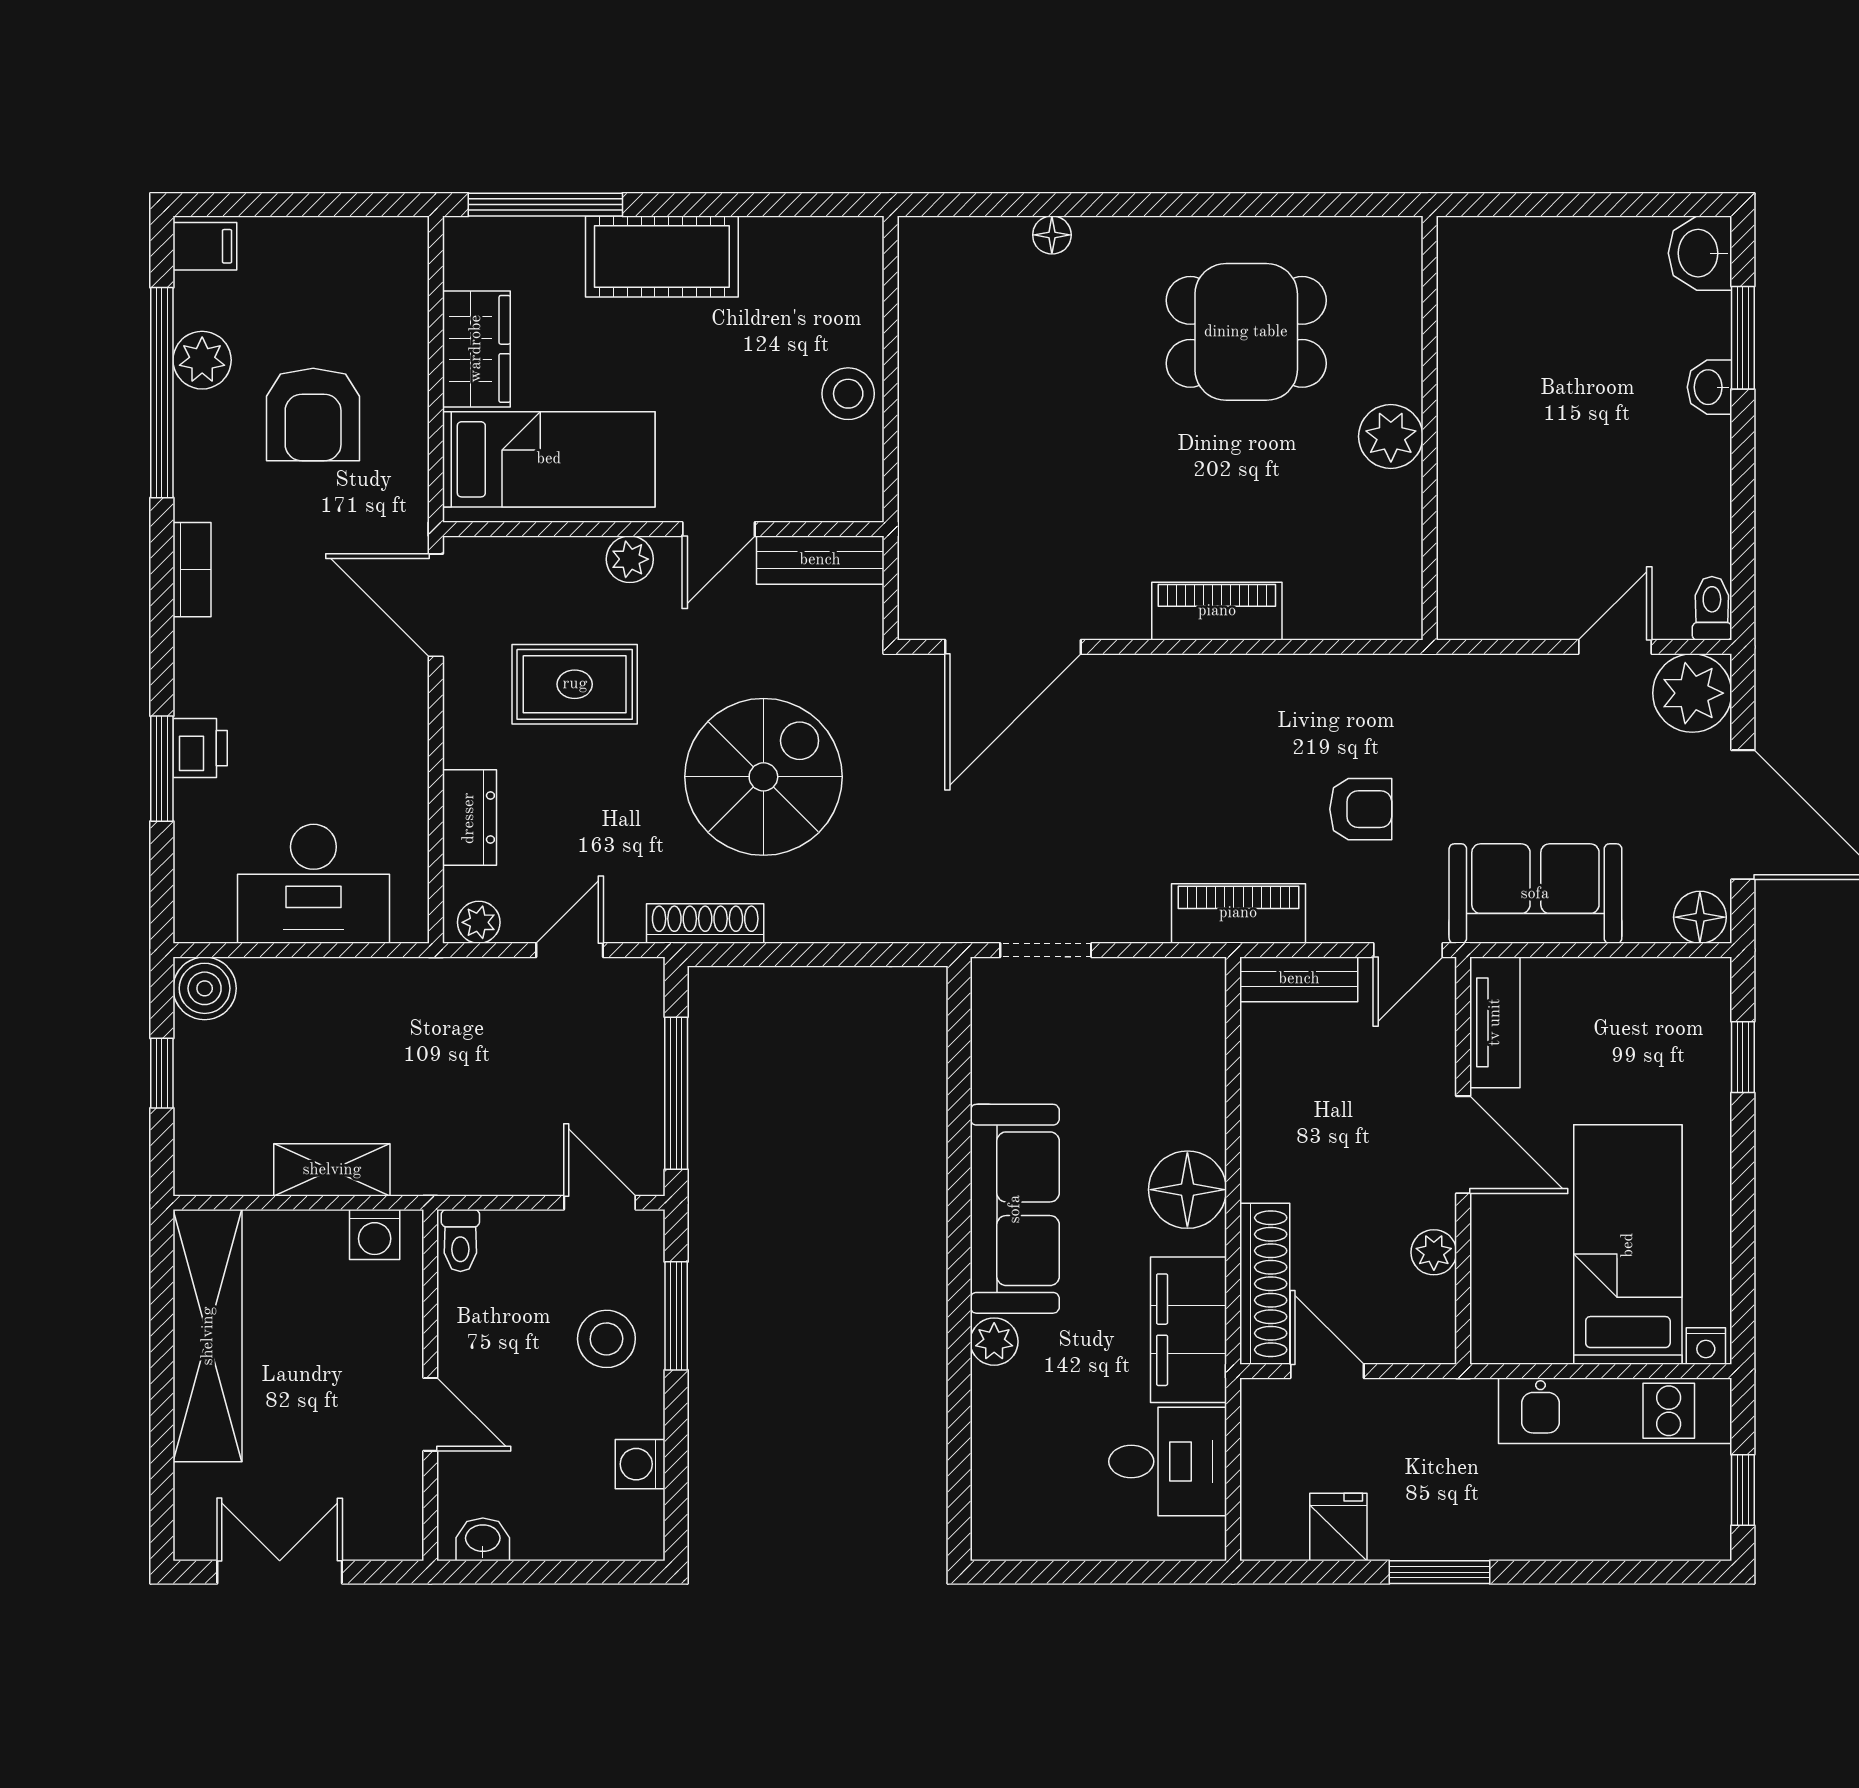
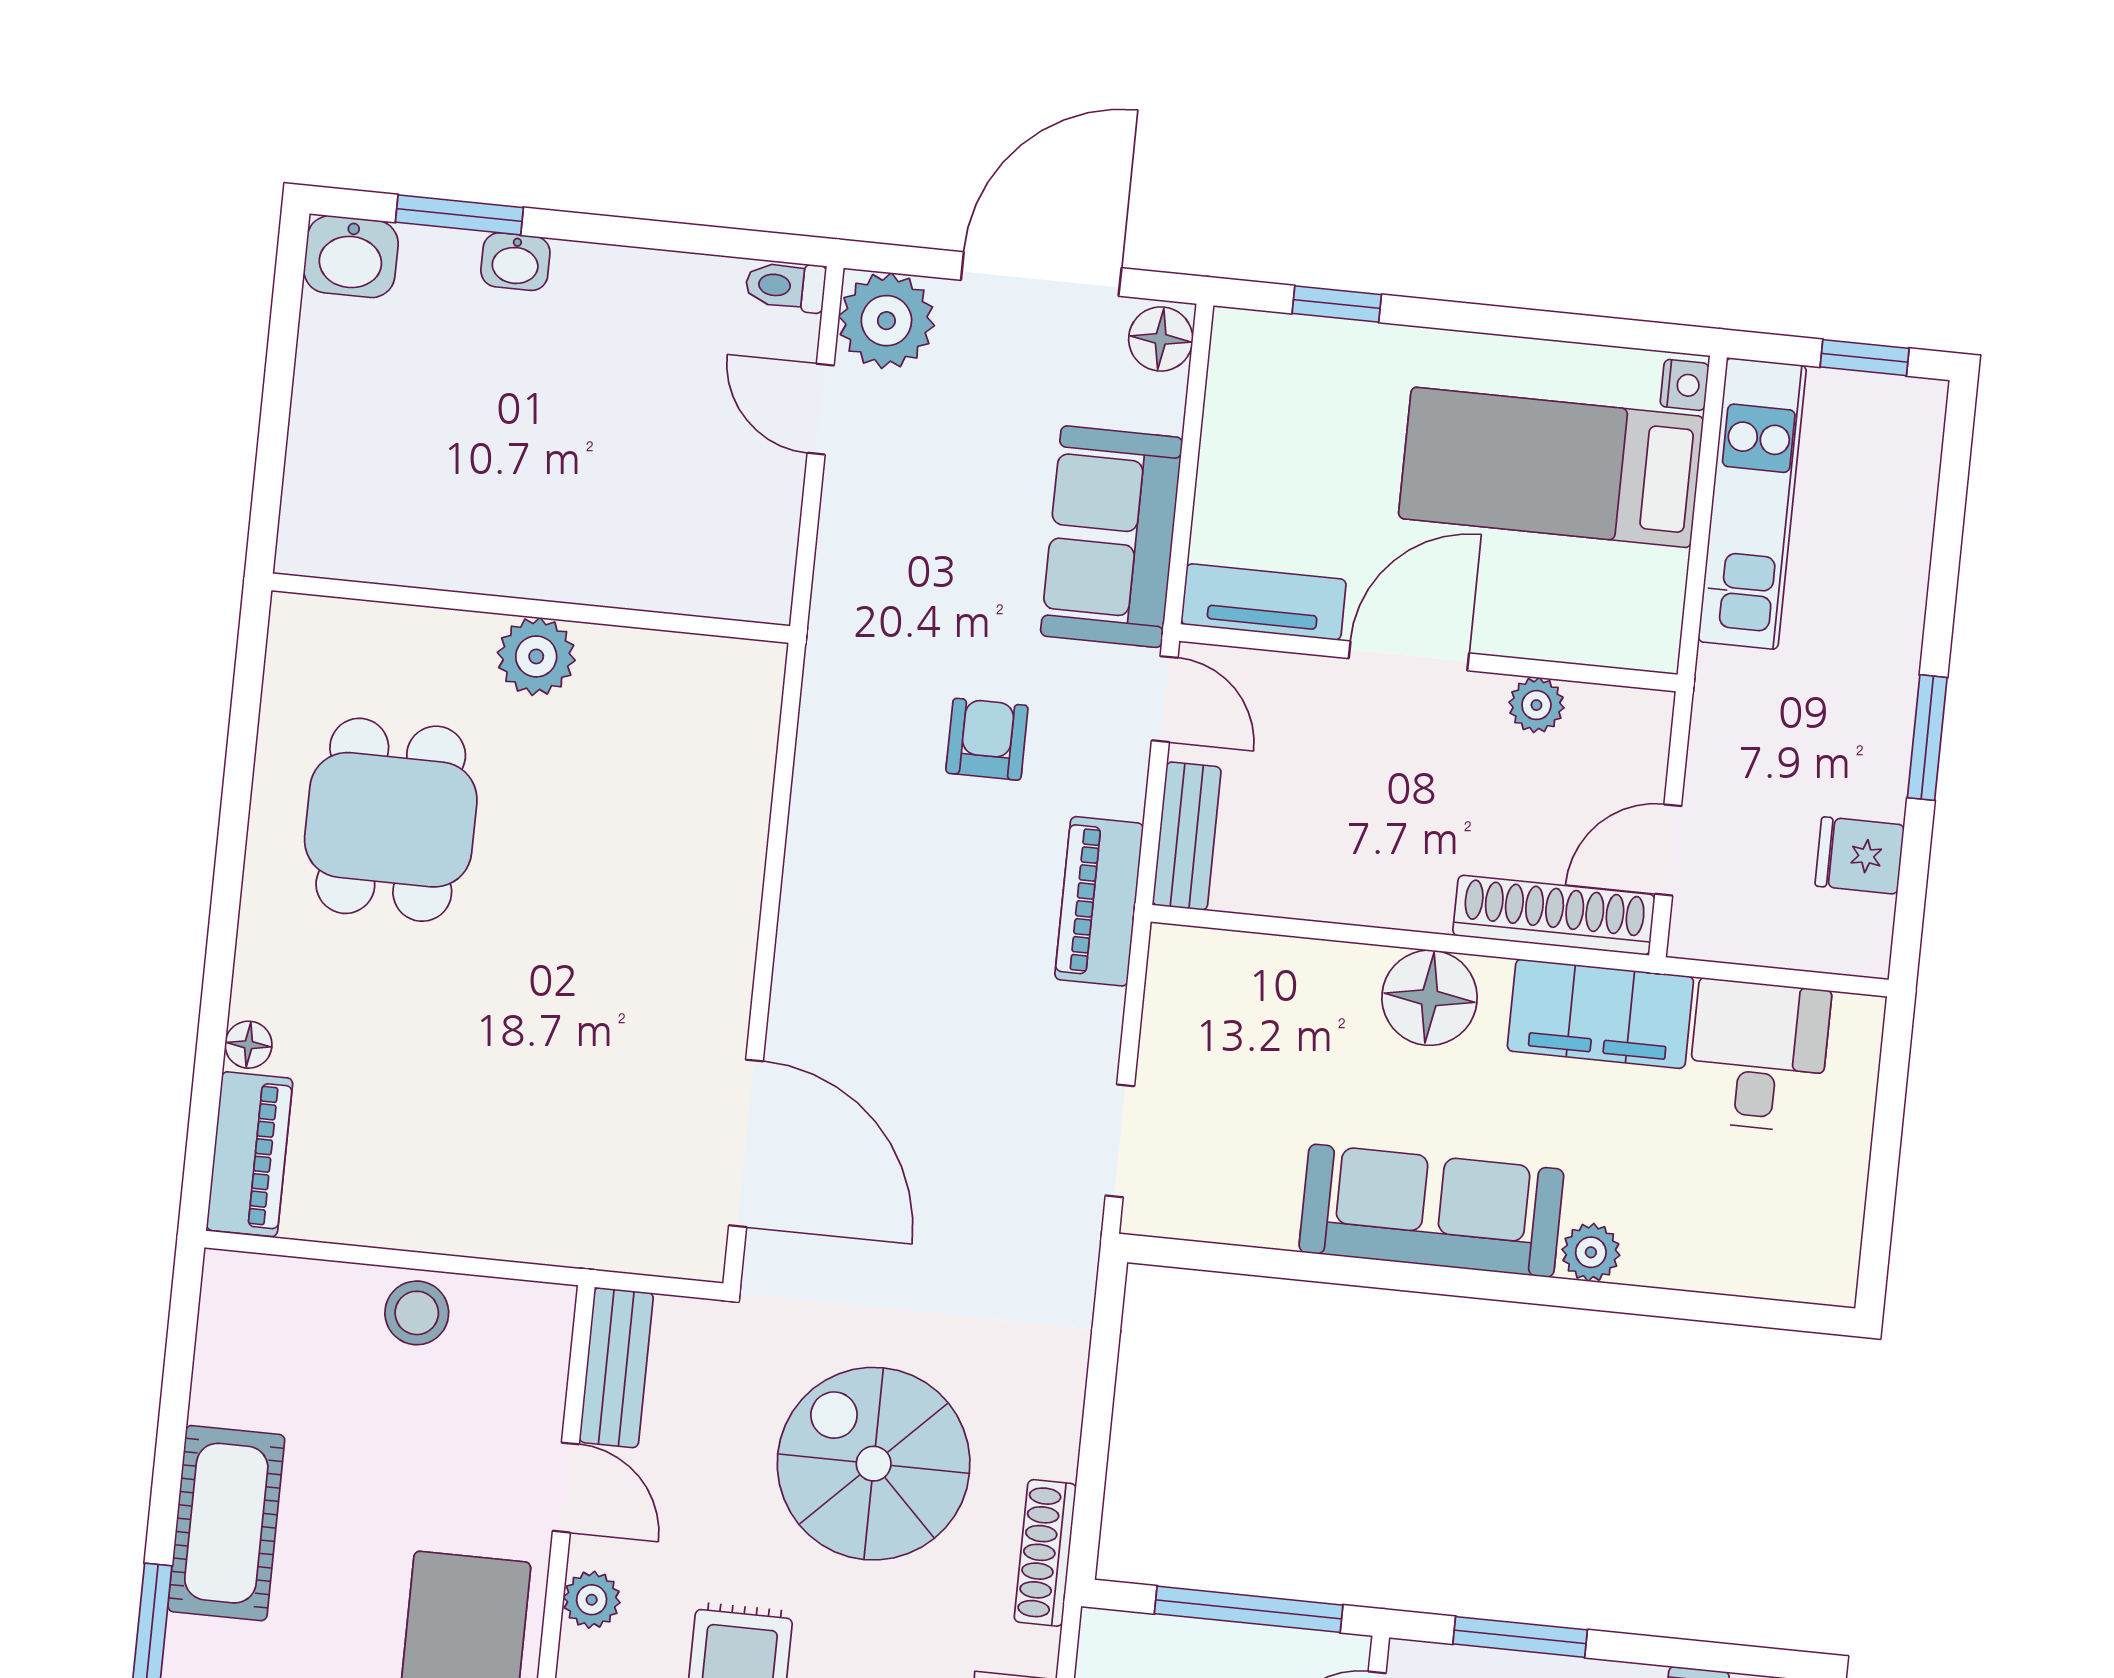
piano: (1217, 611) -> (250, 1154), moved, turned 180

